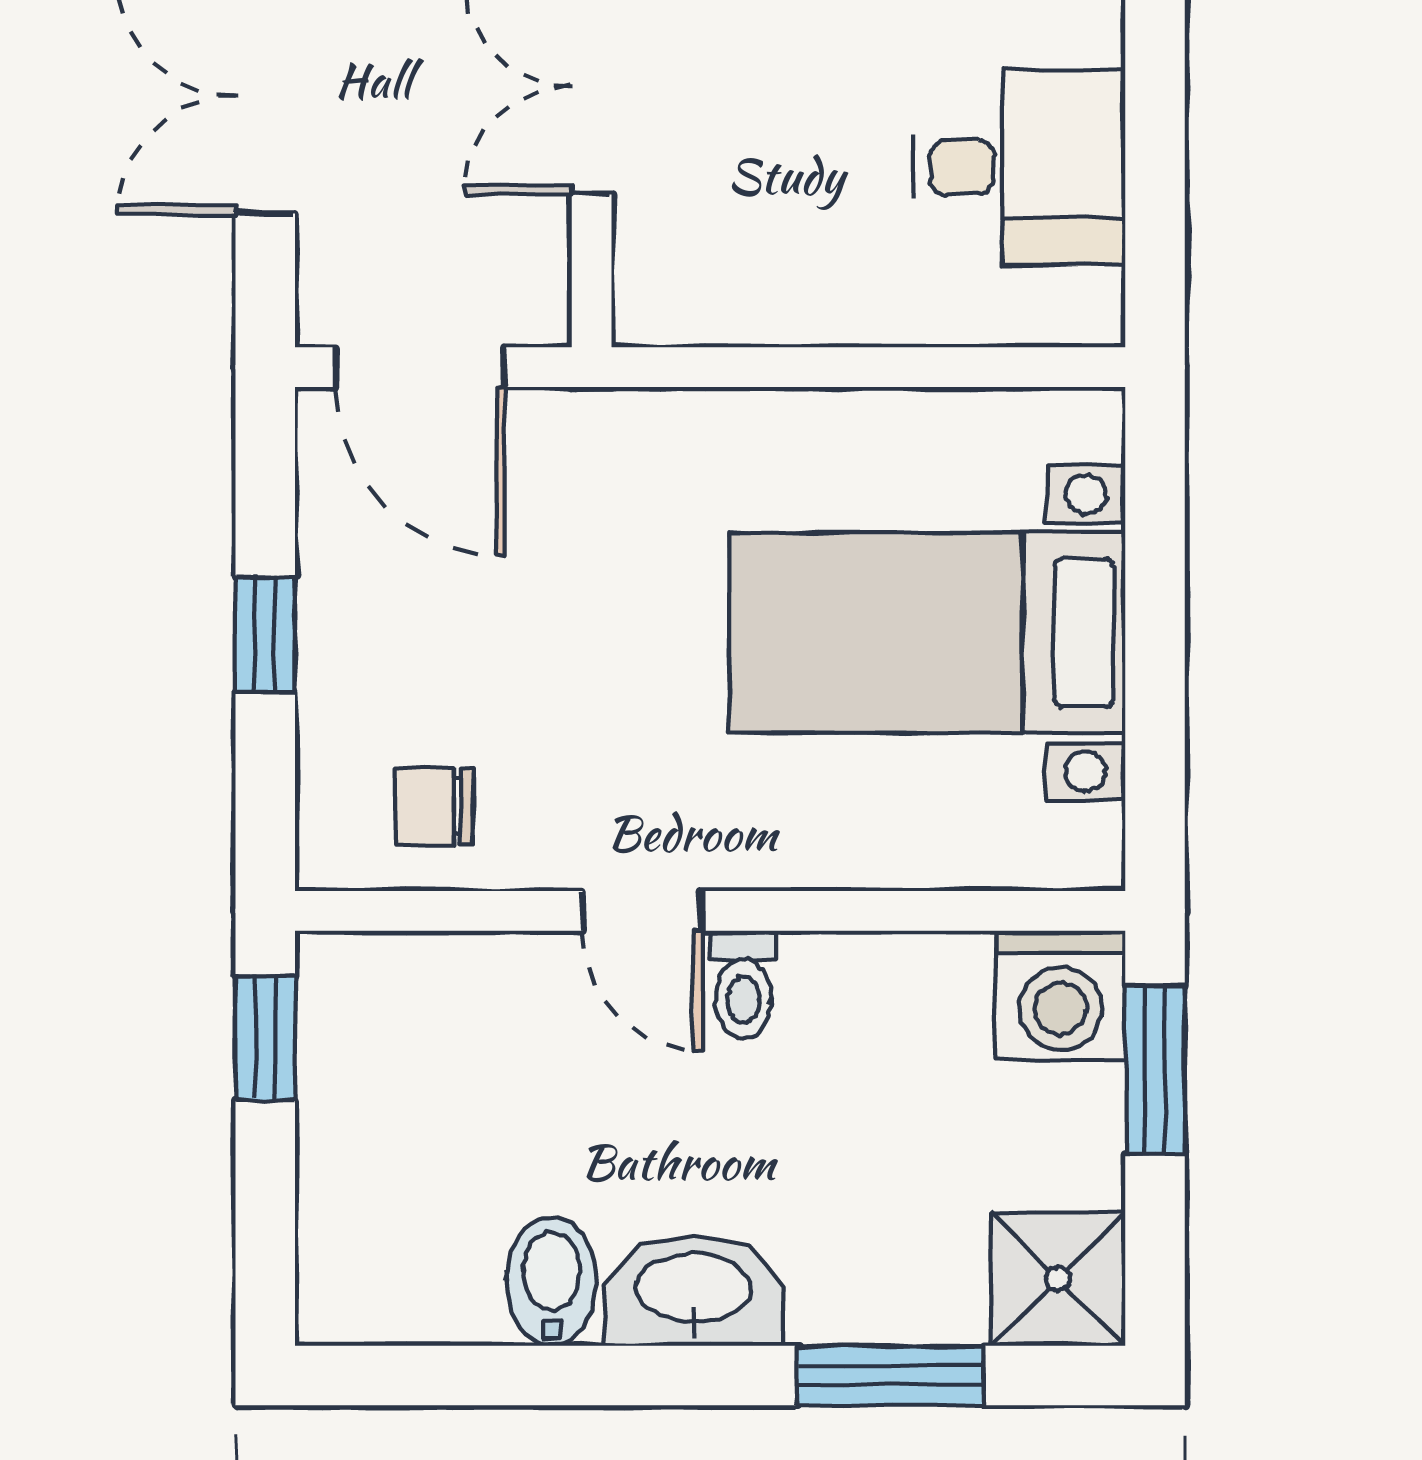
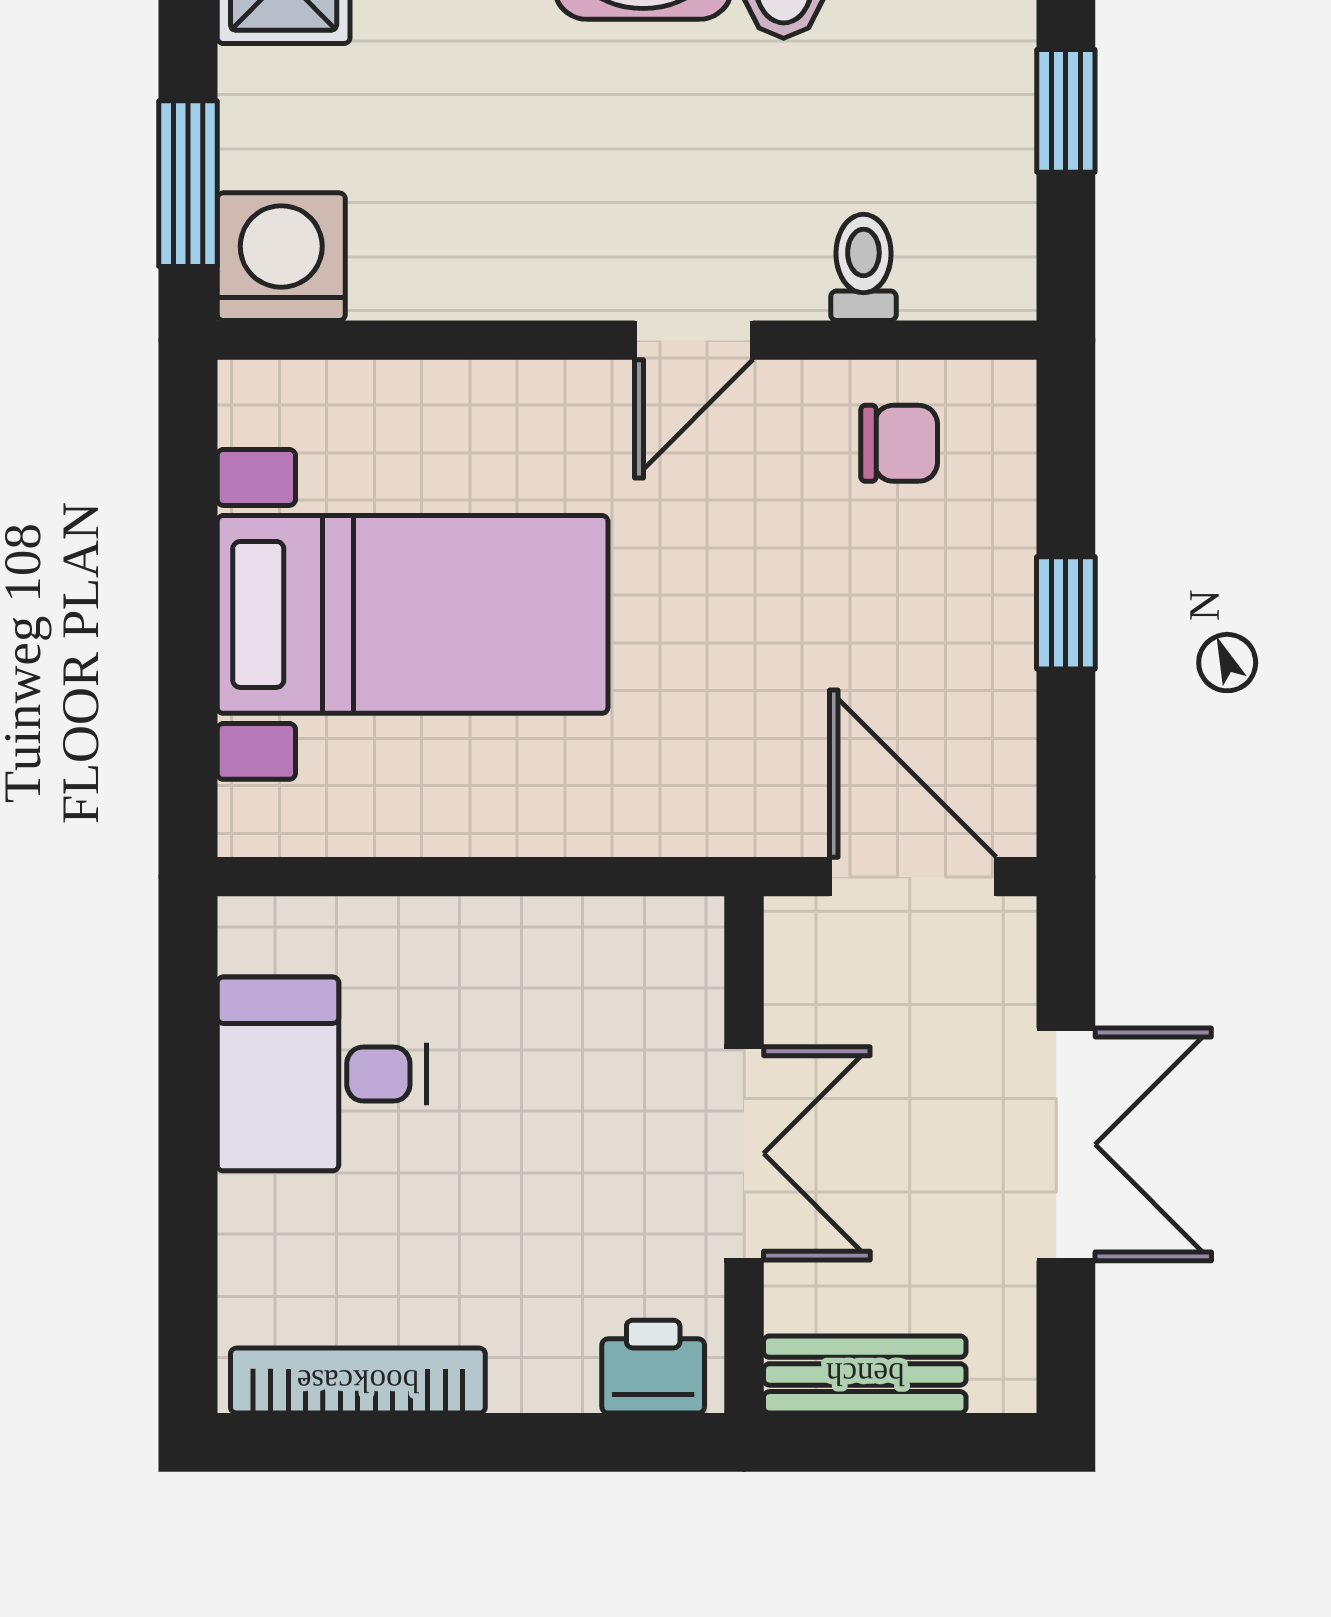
door: (642, 911) -> (694, 340), swing flipped
toilet: (743, 985) -> (863, 267), moved
window: (265, 1038) -> (1066, 111), moved

